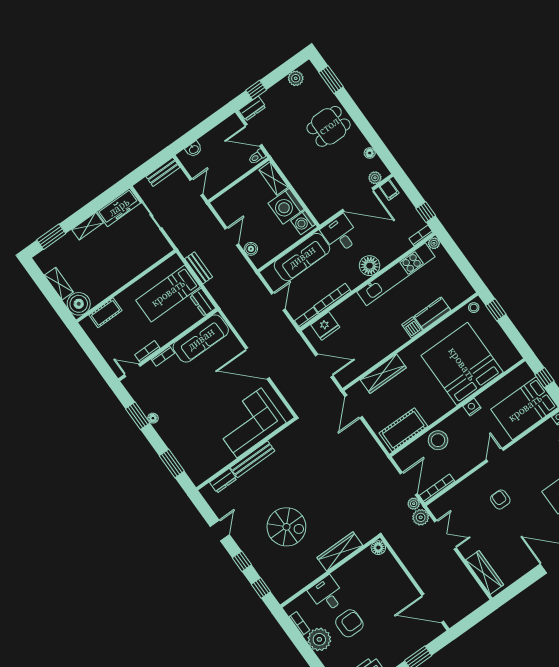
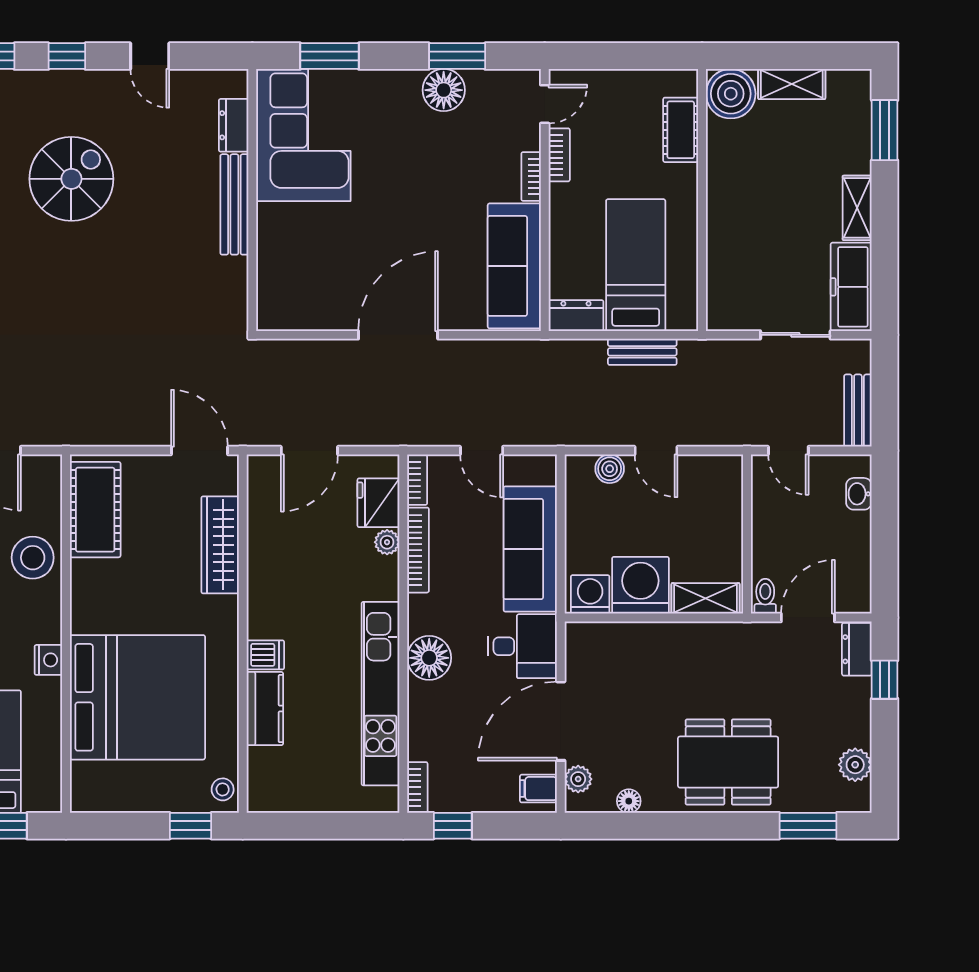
dining table: (329, 126) -> (728, 762), width x1.38
plant: (434, 243) -> (387, 542), moved
floor lamp: (153, 418) -> (444, 90), width x1.89, depth x1.89
corner sofa: (249, 423) -> (303, 135), moved
spiral stairs: (286, 527) -> (71, 179), turned 180

